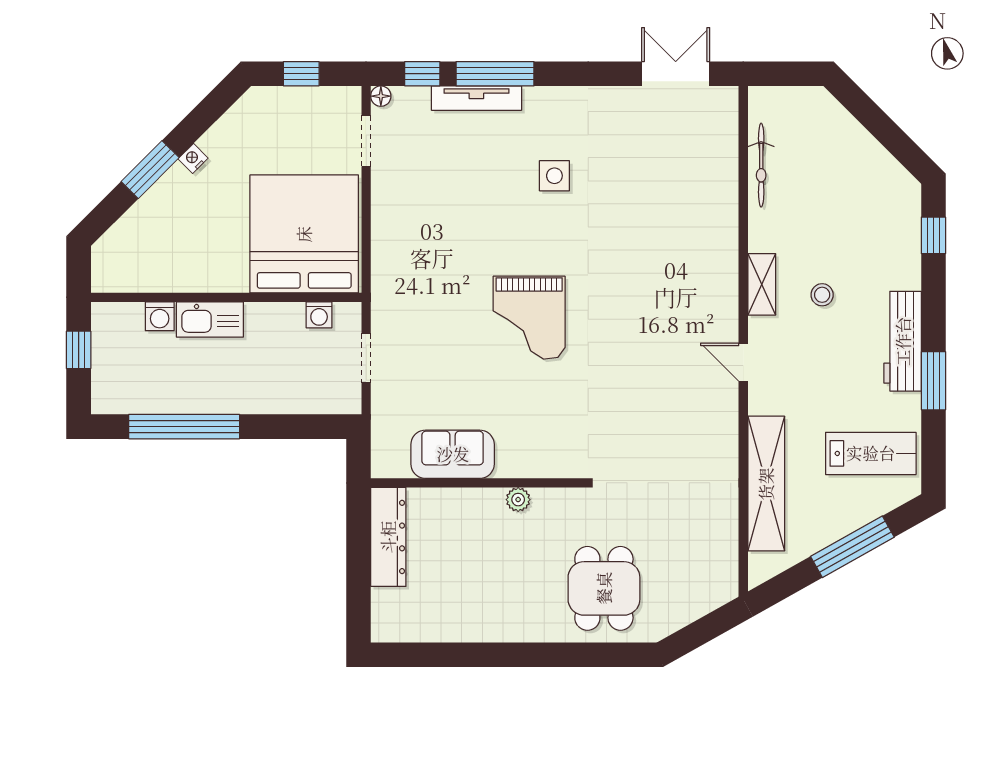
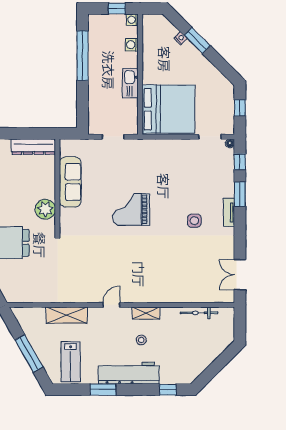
window: (495, 74) -> (240, 194), width x0.69
double door: (676, 74) -> (240, 275), swing flipped
tv unit: (476, 98) -> (229, 212), moved, width x0.71
nightstand: (193, 158) -> (181, 38), moved
washing machine: (319, 315) -> (132, 20), moved
kitchen sink: (210, 320) -> (130, 83), moved
workbench: (903, 341) -> (129, 373), width x1.36, depth x1.32
sofa: (453, 454) -> (70, 182), width x1.36
shelving: (766, 484) -> (67, 315), width x0.68
plant: (518, 500) -> (45, 209), width x1.88, depth x1.88

